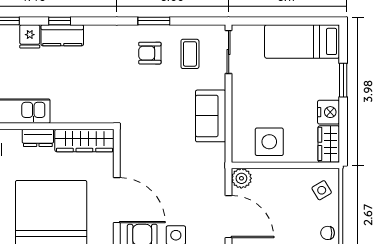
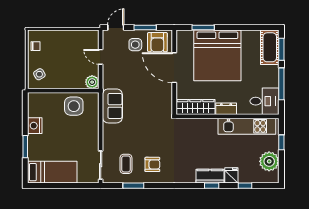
window: (154, 21) -> (133, 186), moved
sofa: (211, 116) -> (112, 106), moved
wardrobe: (329, 144) -> (35, 105), removed
door: (229, 217) -> (101, 57), width x0.53

